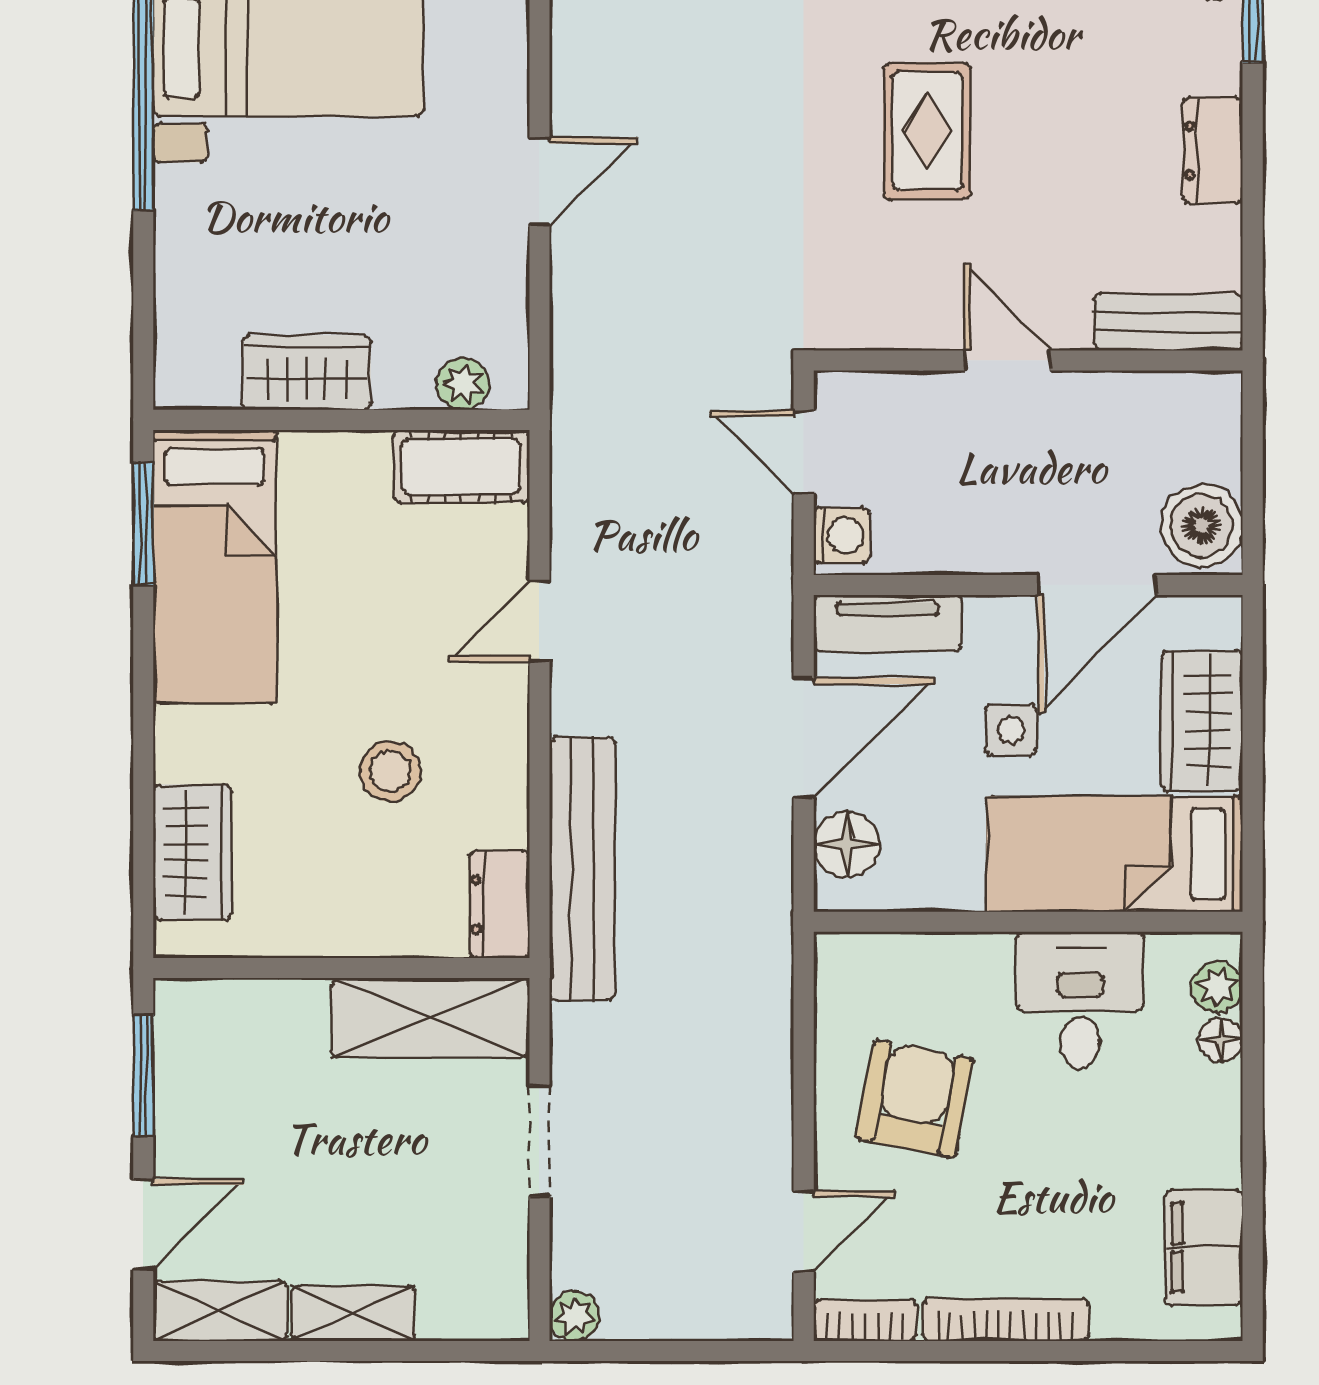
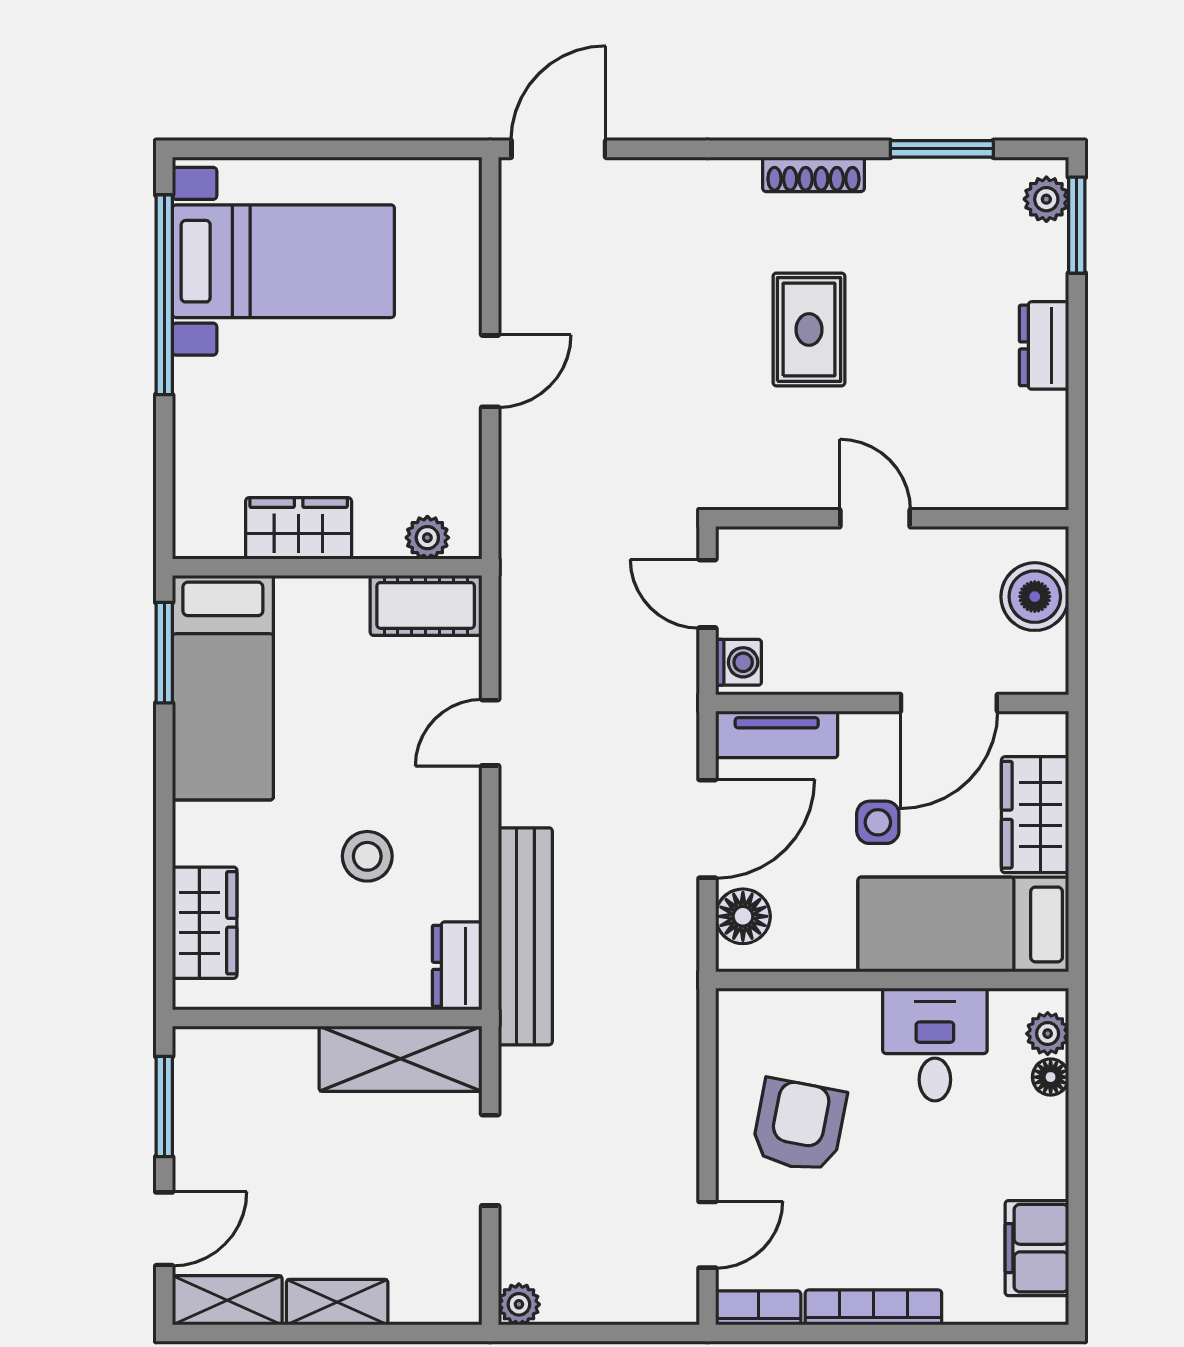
bench: (1168, 322) -> (1007, 487), removed
boiler: (1202, 526) -> (1035, 597), moved

